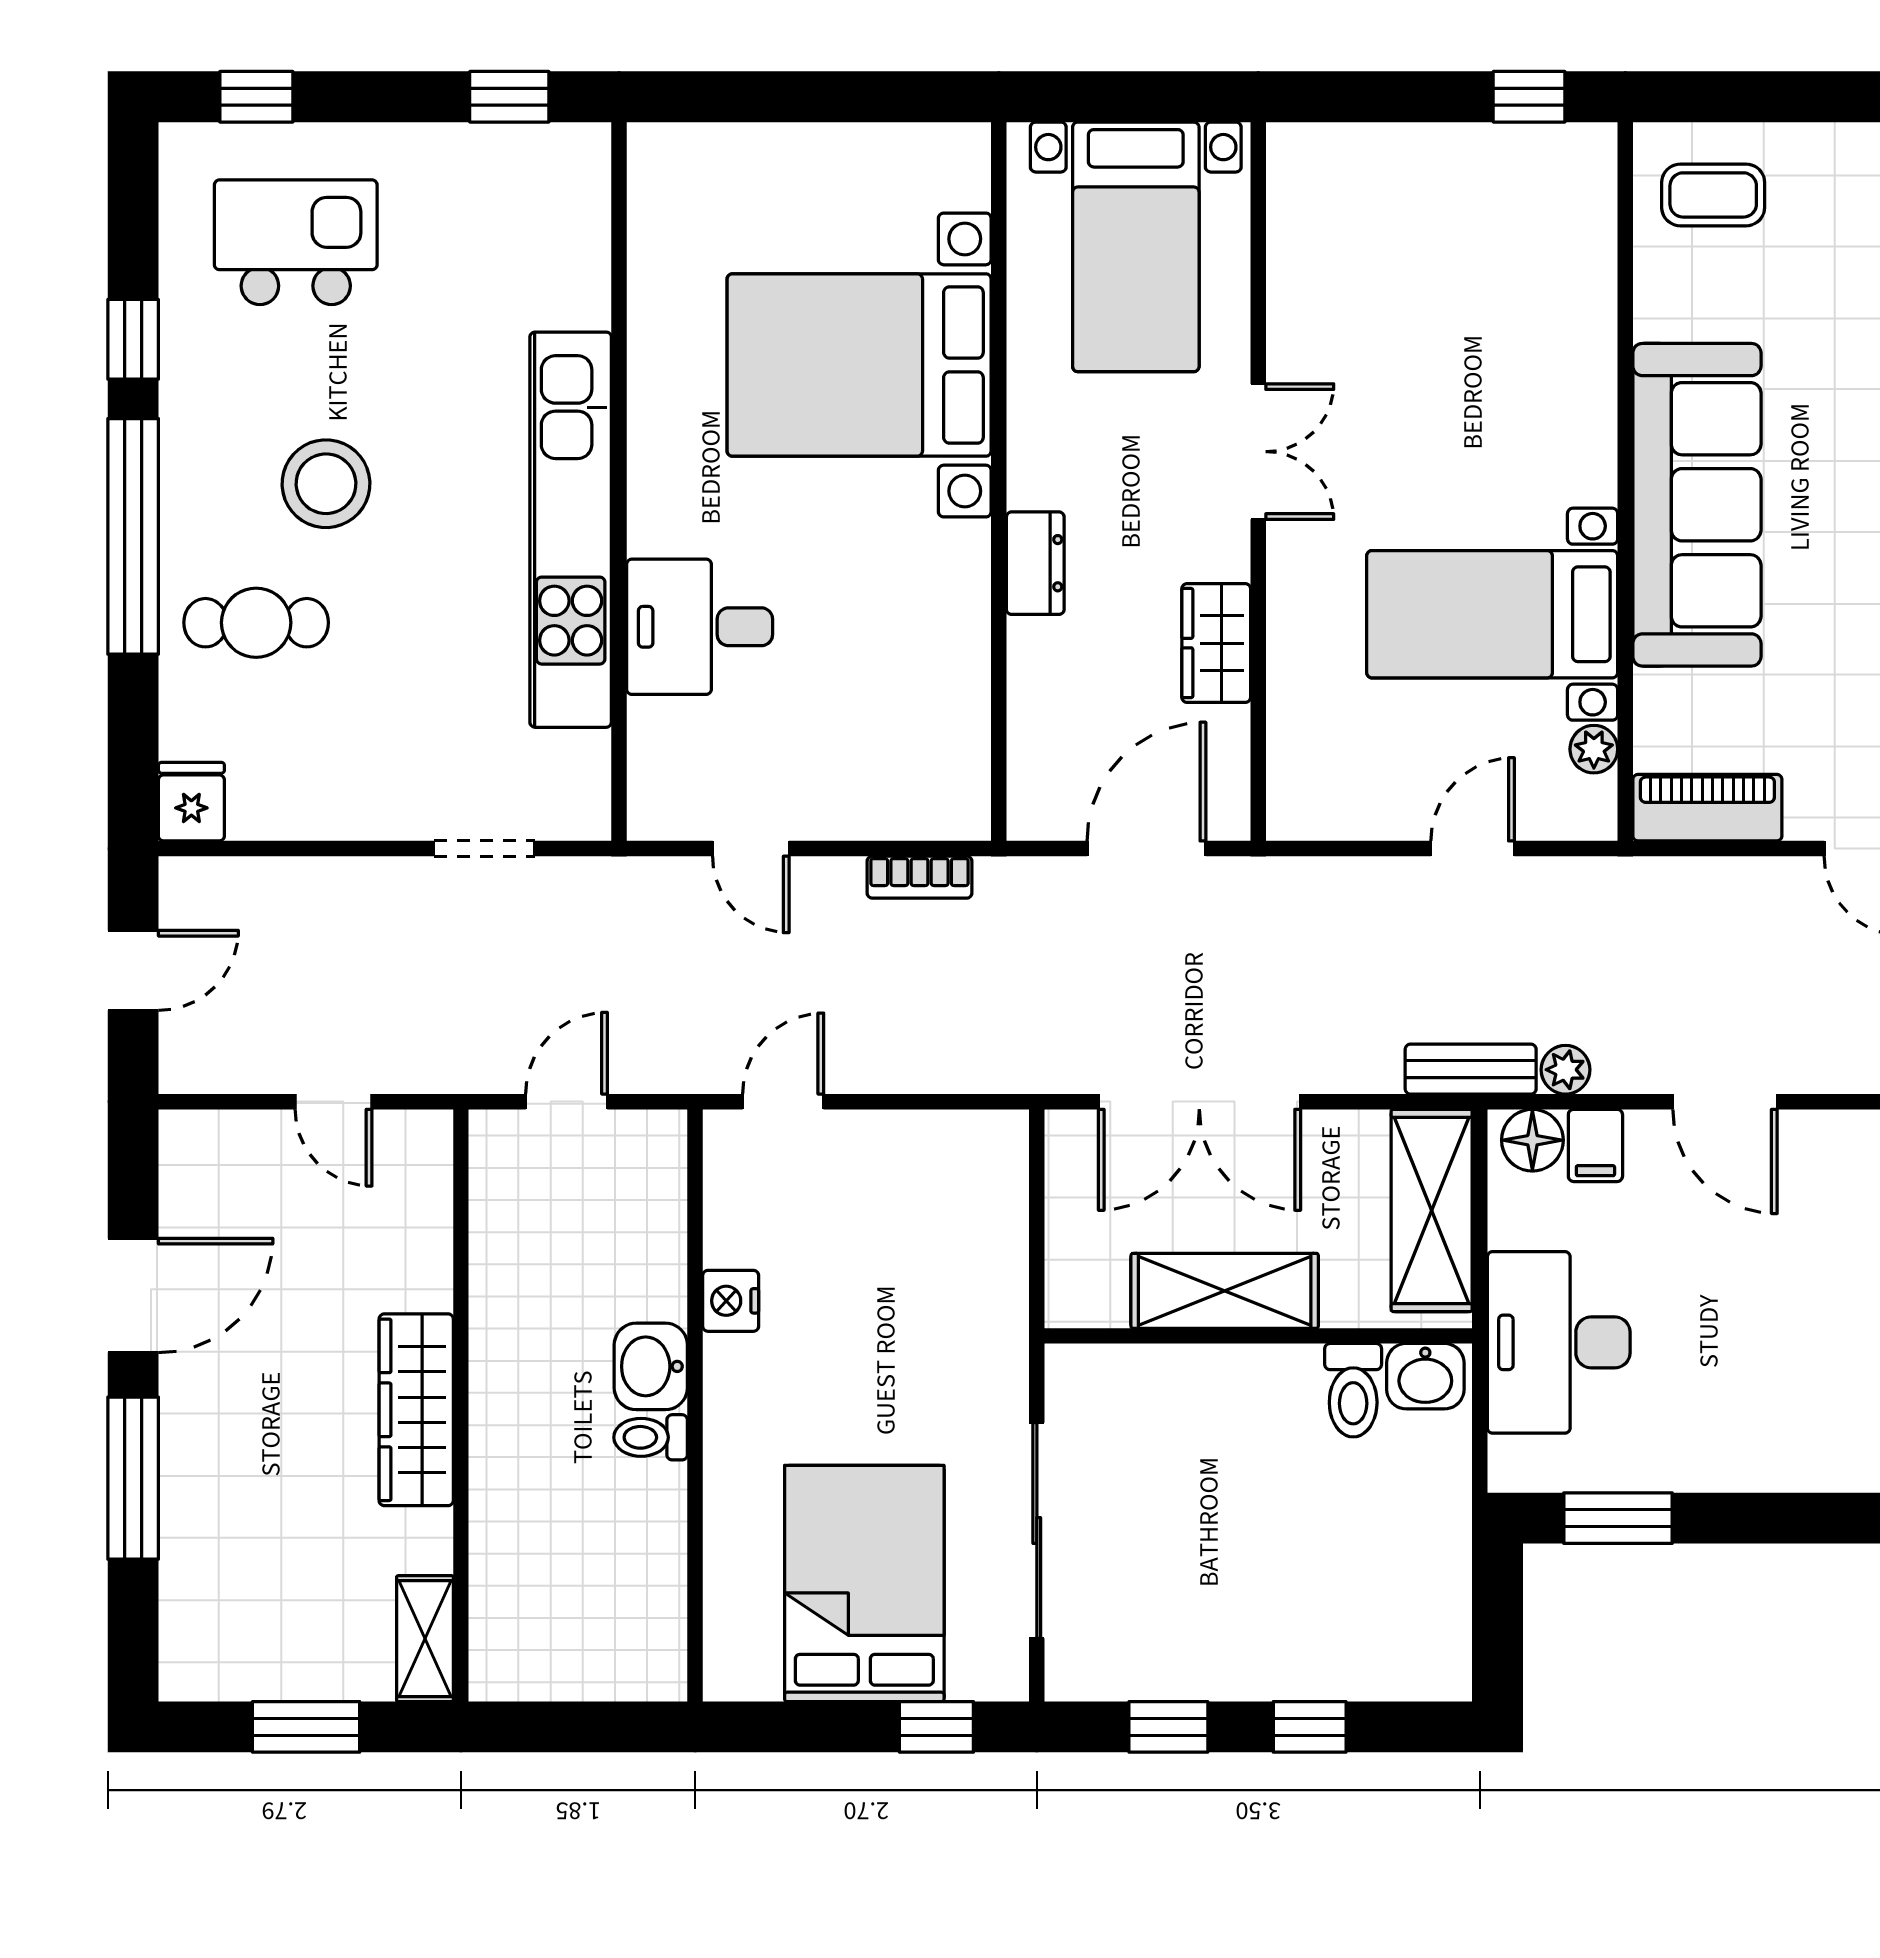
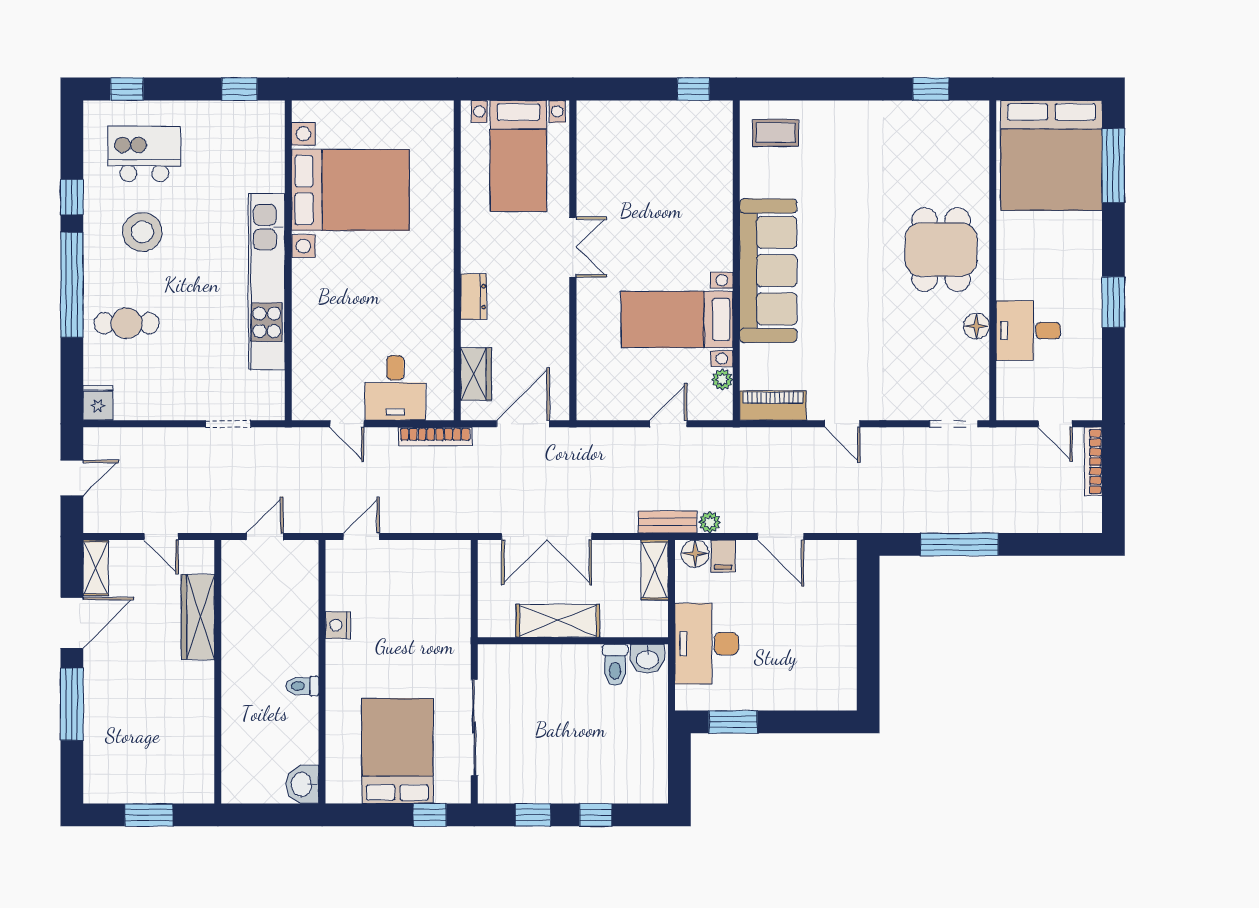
bed with nightstands: (859, 365) -> (350, 190), moved, turned 180
stool: (326, 484) -> (142, 232), moved
desk: (700, 627) -> (395, 388), moved, turned -90
wardrobe: (1216, 643) -> (476, 374), moved, turned 180
bookcase: (920, 877) -> (435, 437), width x1.56
shelving: (1432, 1210) -> (655, 570), width x0.67, depth x0.75
washbasin: (651, 1366) -> (302, 784), moved
wardrobe: (416, 1410) -> (198, 617), moved
shelving: (425, 1639) -> (96, 568), moved

